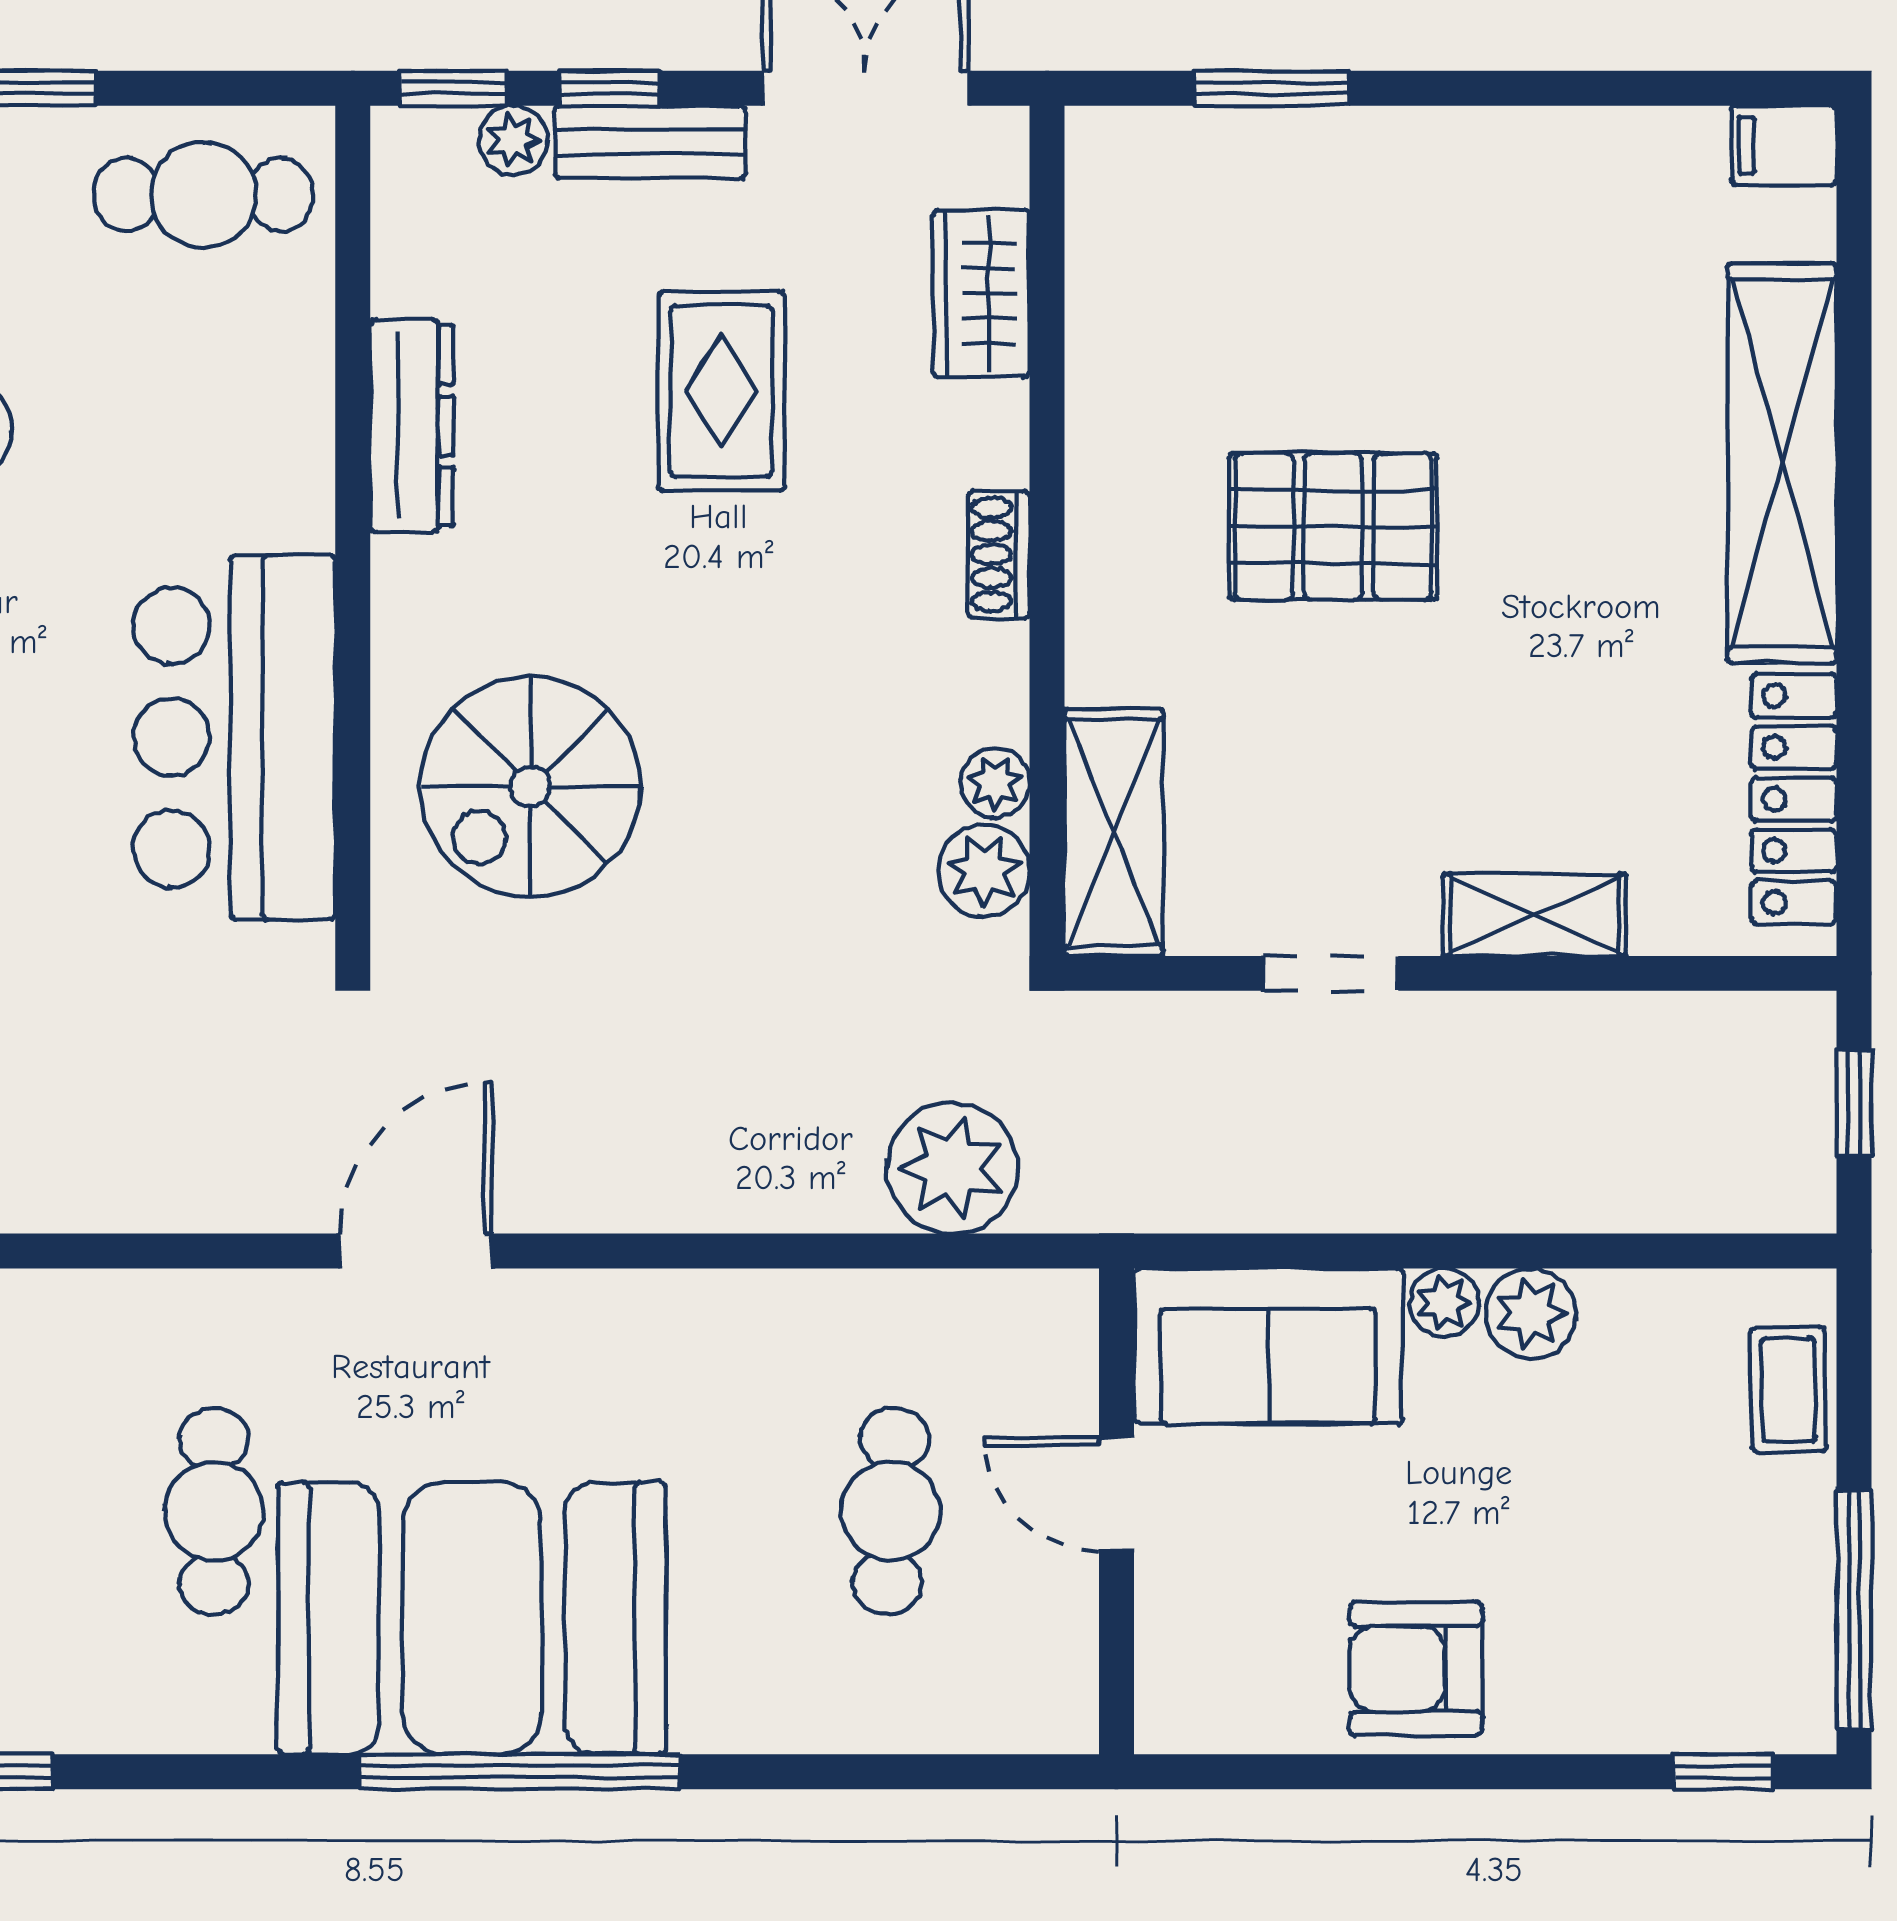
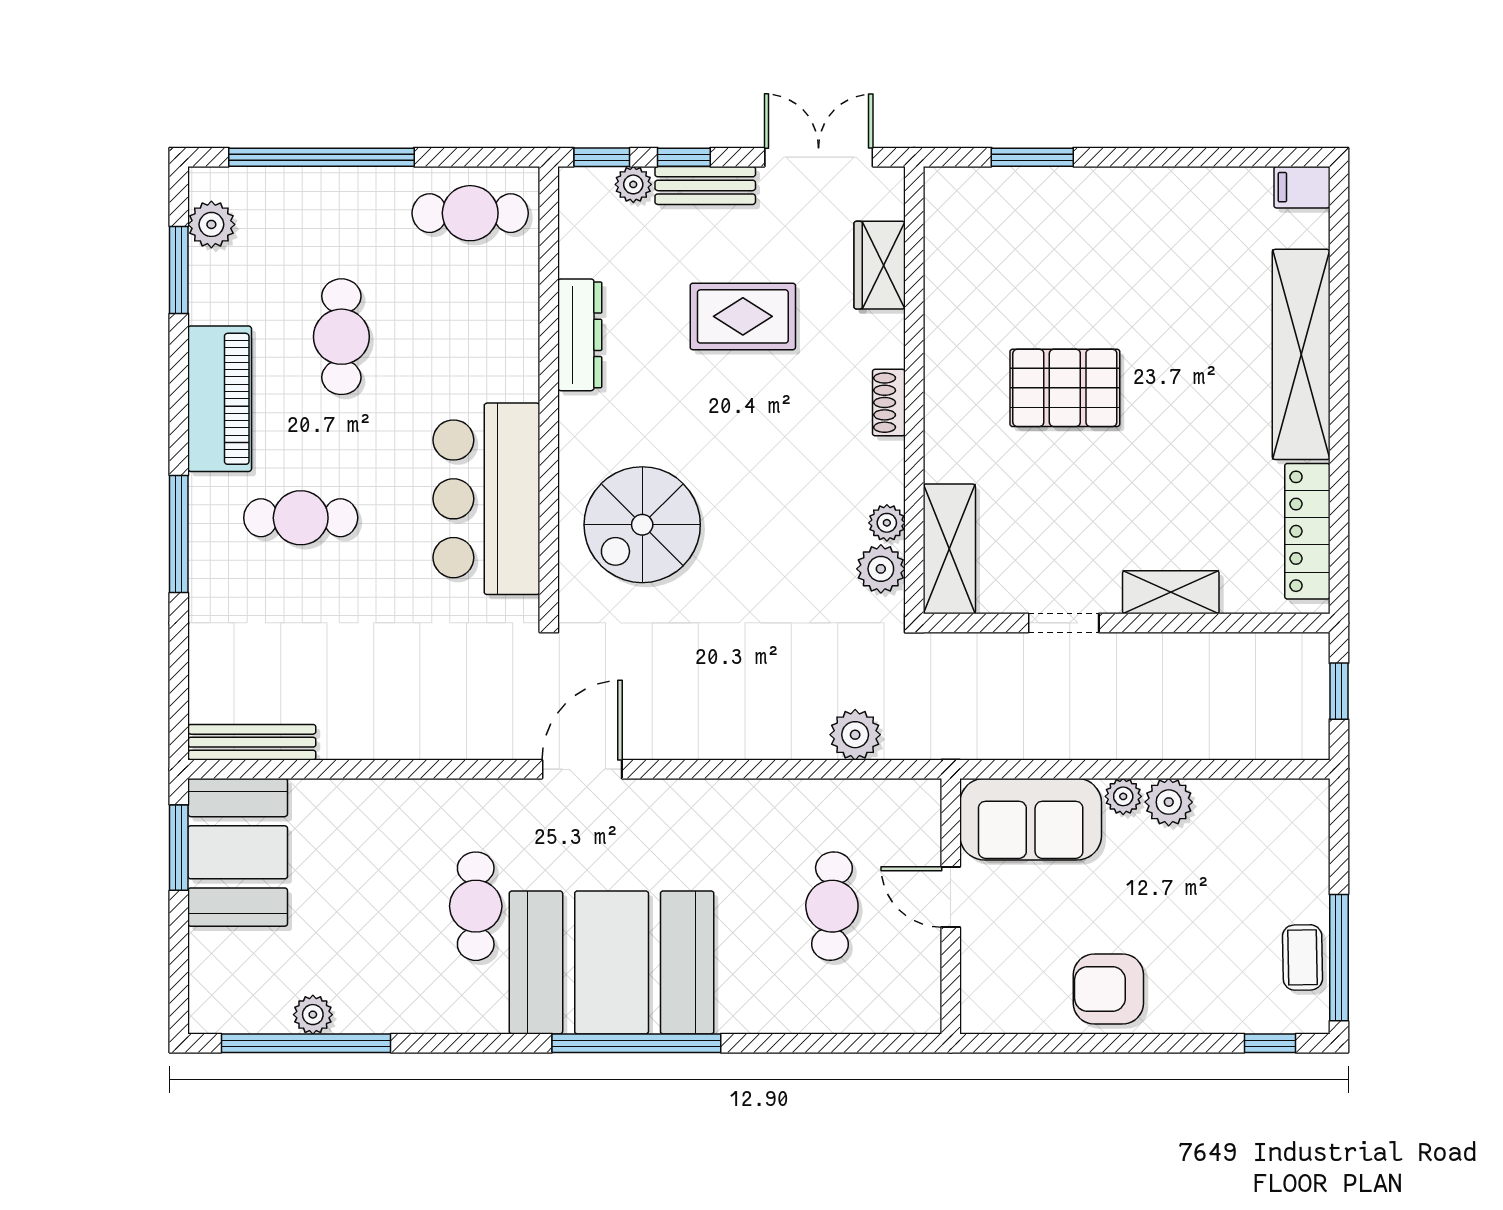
rug: (721, 391) -> (743, 316), turned 90
plant: (952, 1168) -> (855, 735), width x0.73, depth x0.73
coffee table: (1789, 1390) -> (1303, 957), moved

